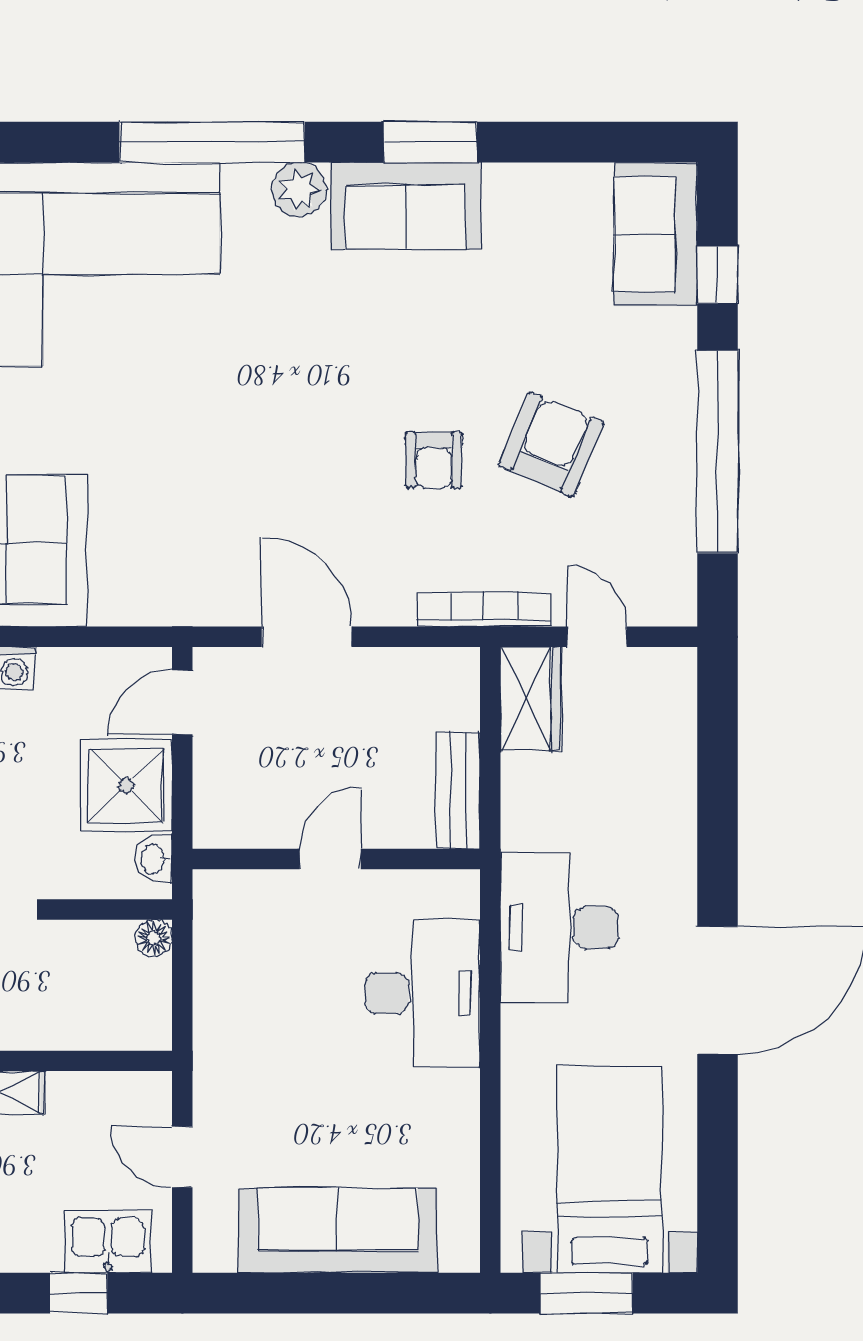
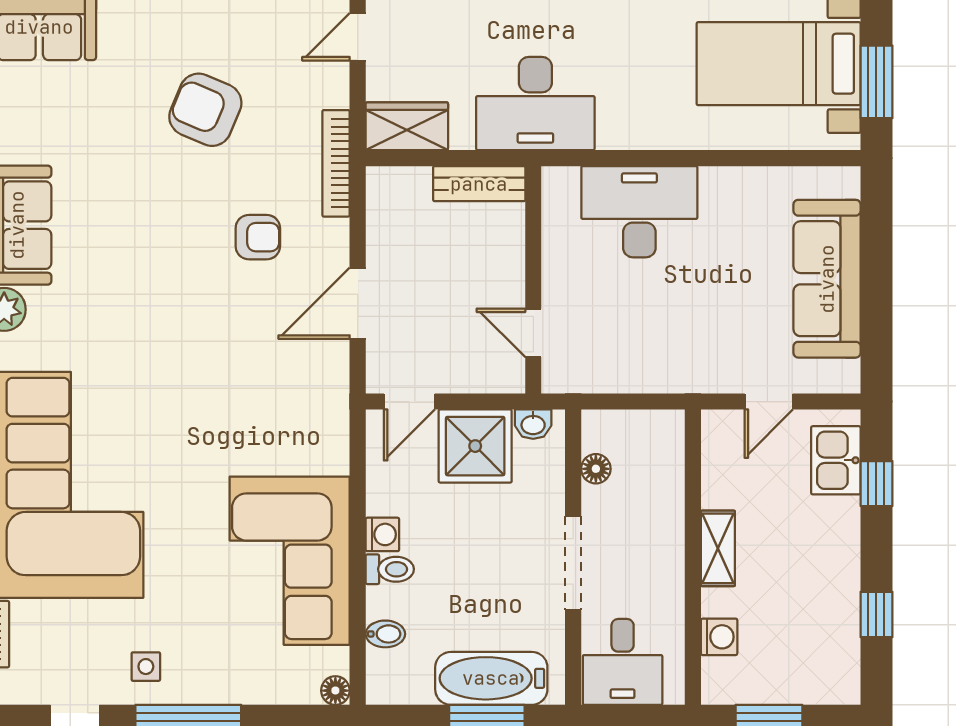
armchair: (434, 460) -> (258, 237), moved
door: (597, 637) -> (358, 37), moved
door: (182, 702) -> (409, 402), hinge flipped
door: (330, 859) -> (533, 333), moved
desk: (559, 927) -> (535, 104), moved
floor lamp: (154, 938) -> (596, 469), moved

